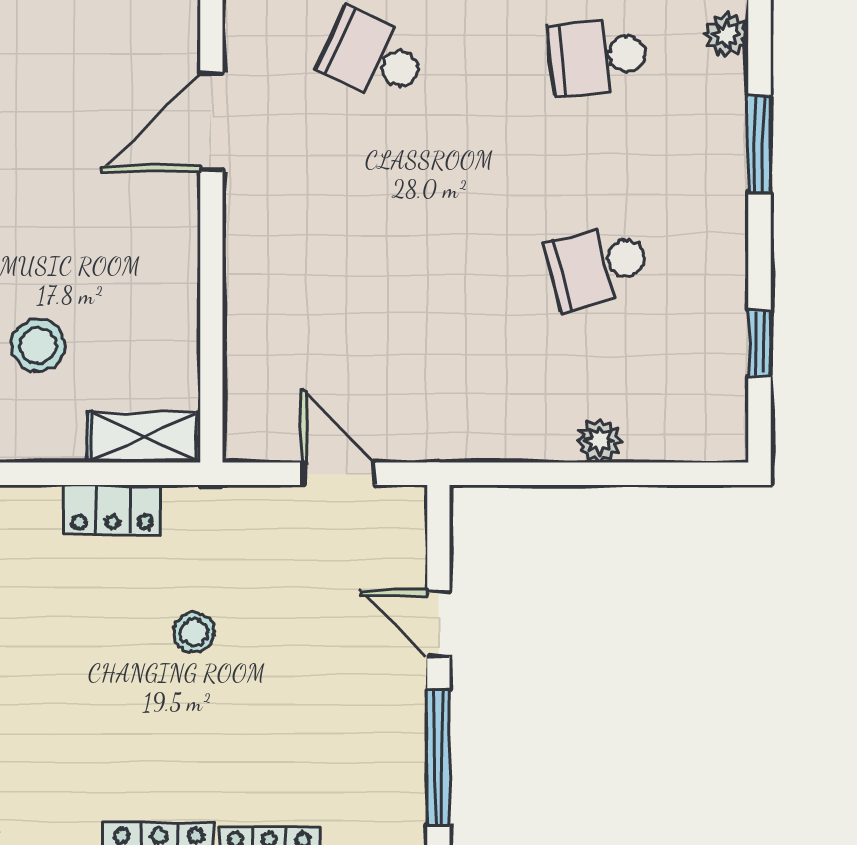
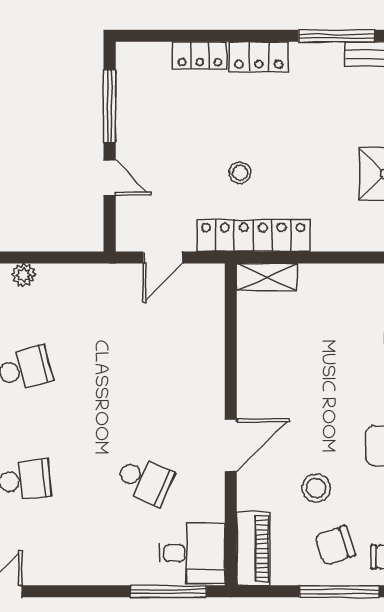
stool: (38, 345) -> (316, 488), moved
door: (338, 474) -> (163, 257), hinge flipped
locker: (112, 510) -> (253, 235), width x2.16, depth x1.21

